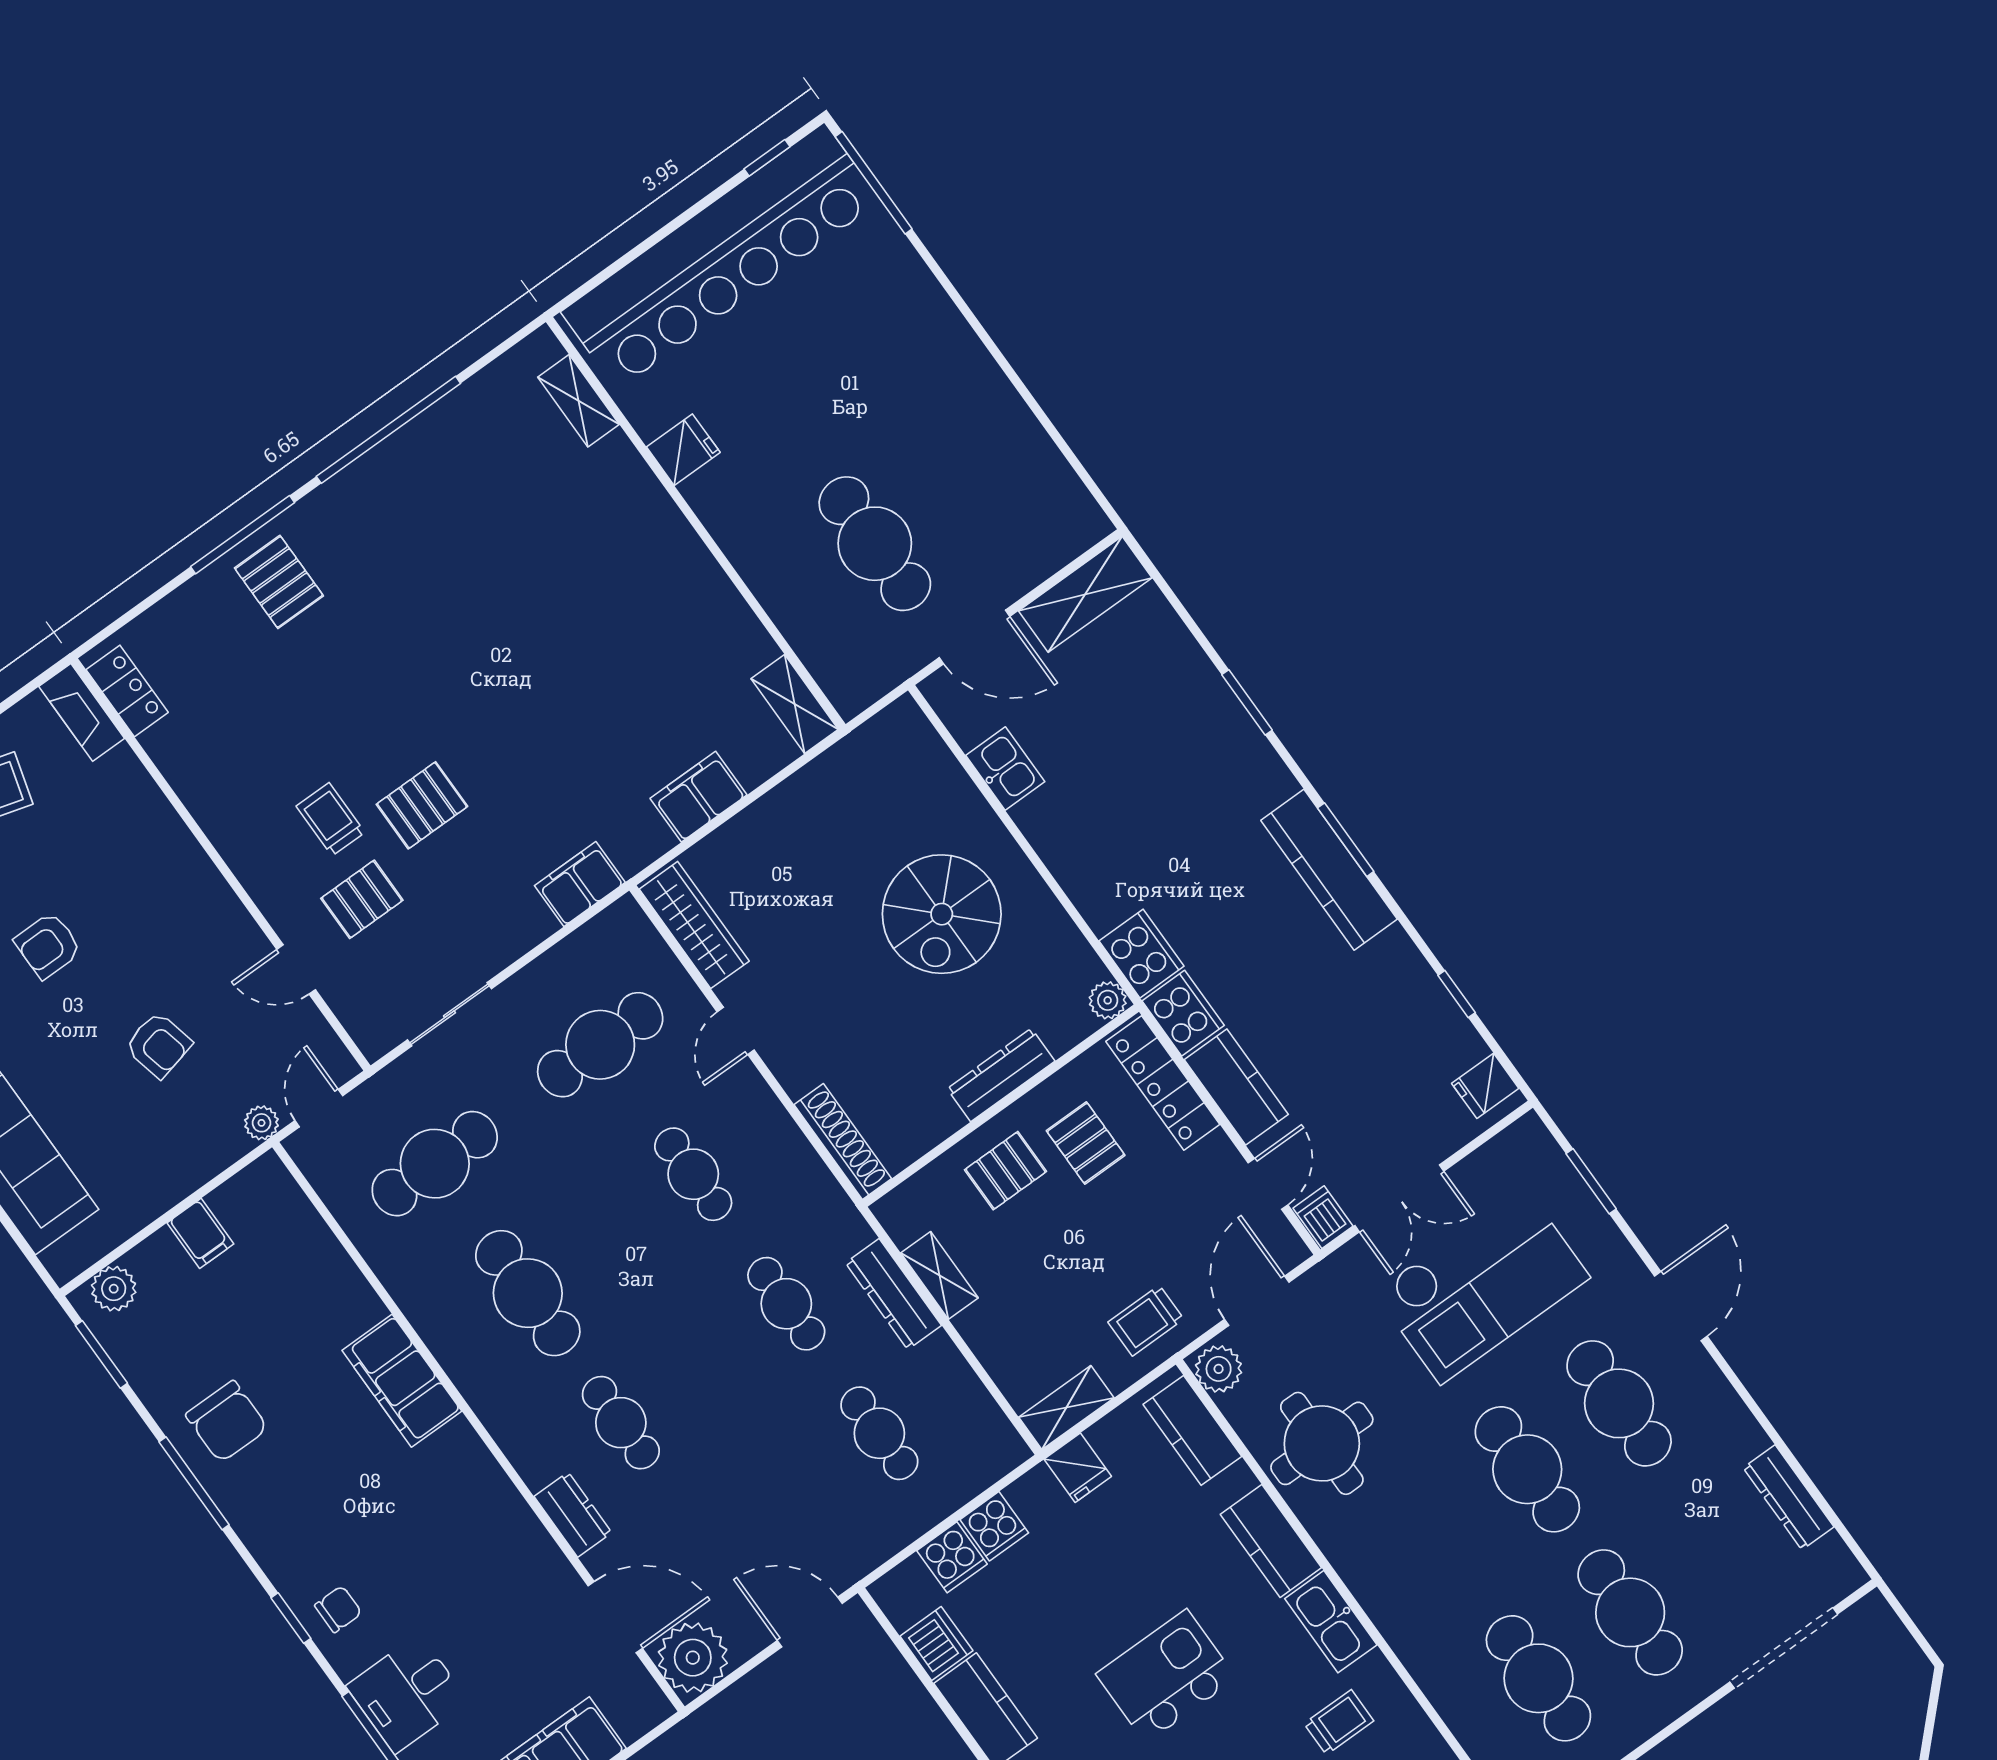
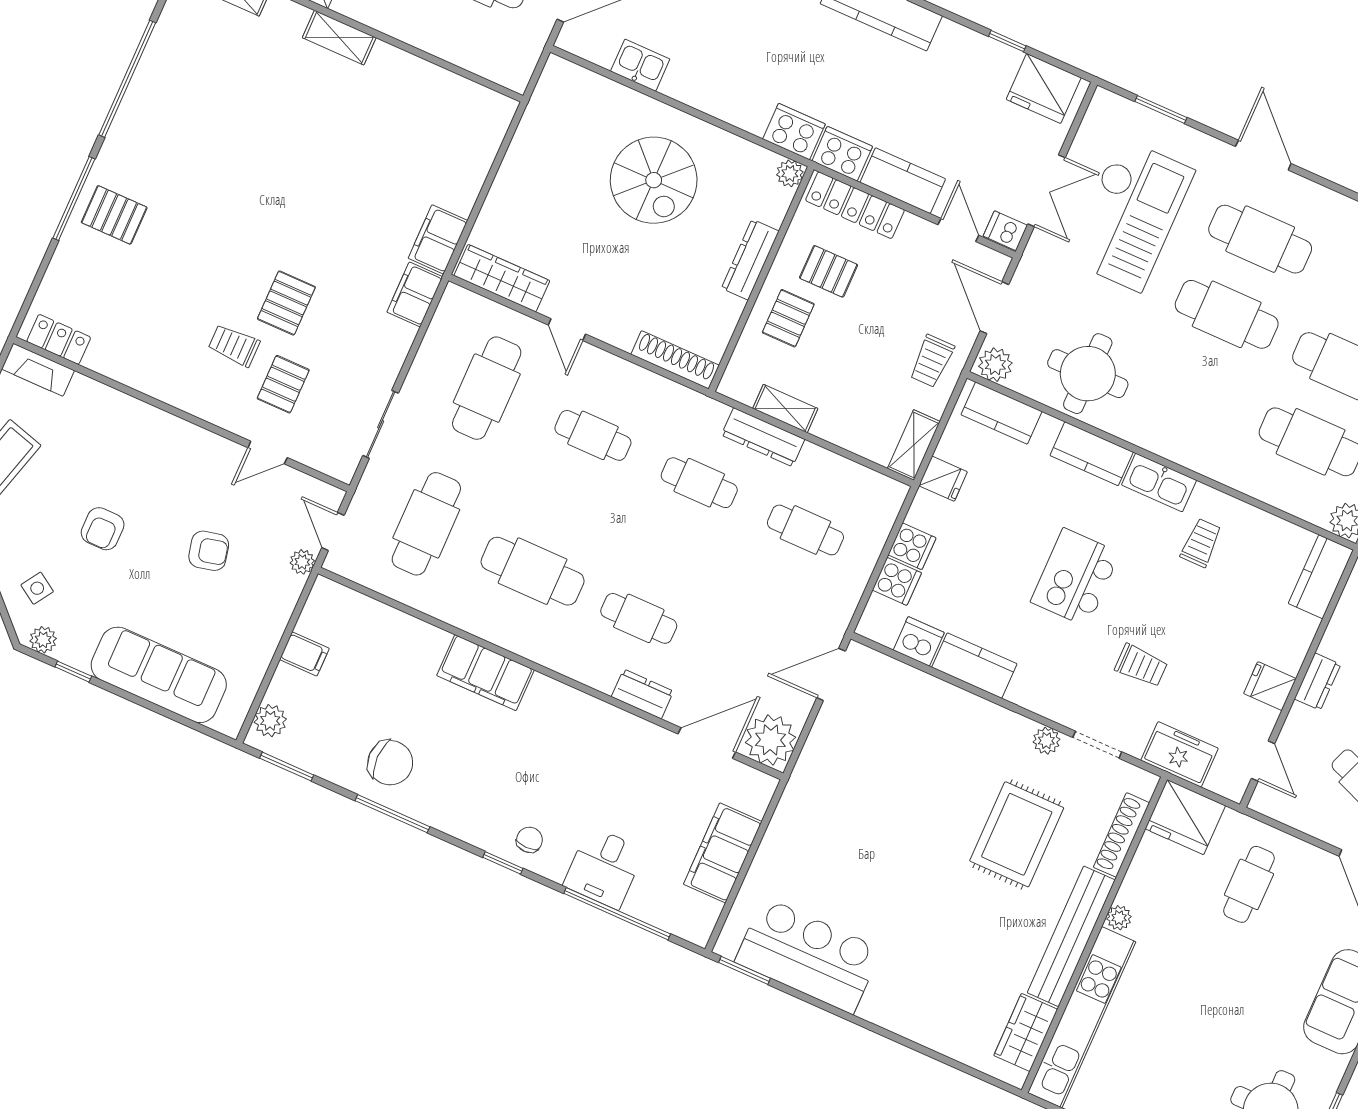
shelving: (795, 704) -> (339, 38), moved
filing cabinet: (698, 797) -> (438, 239), moved
fridge: (1485, 1086) -> (1044, 88), width x1.88, depth x1.34

